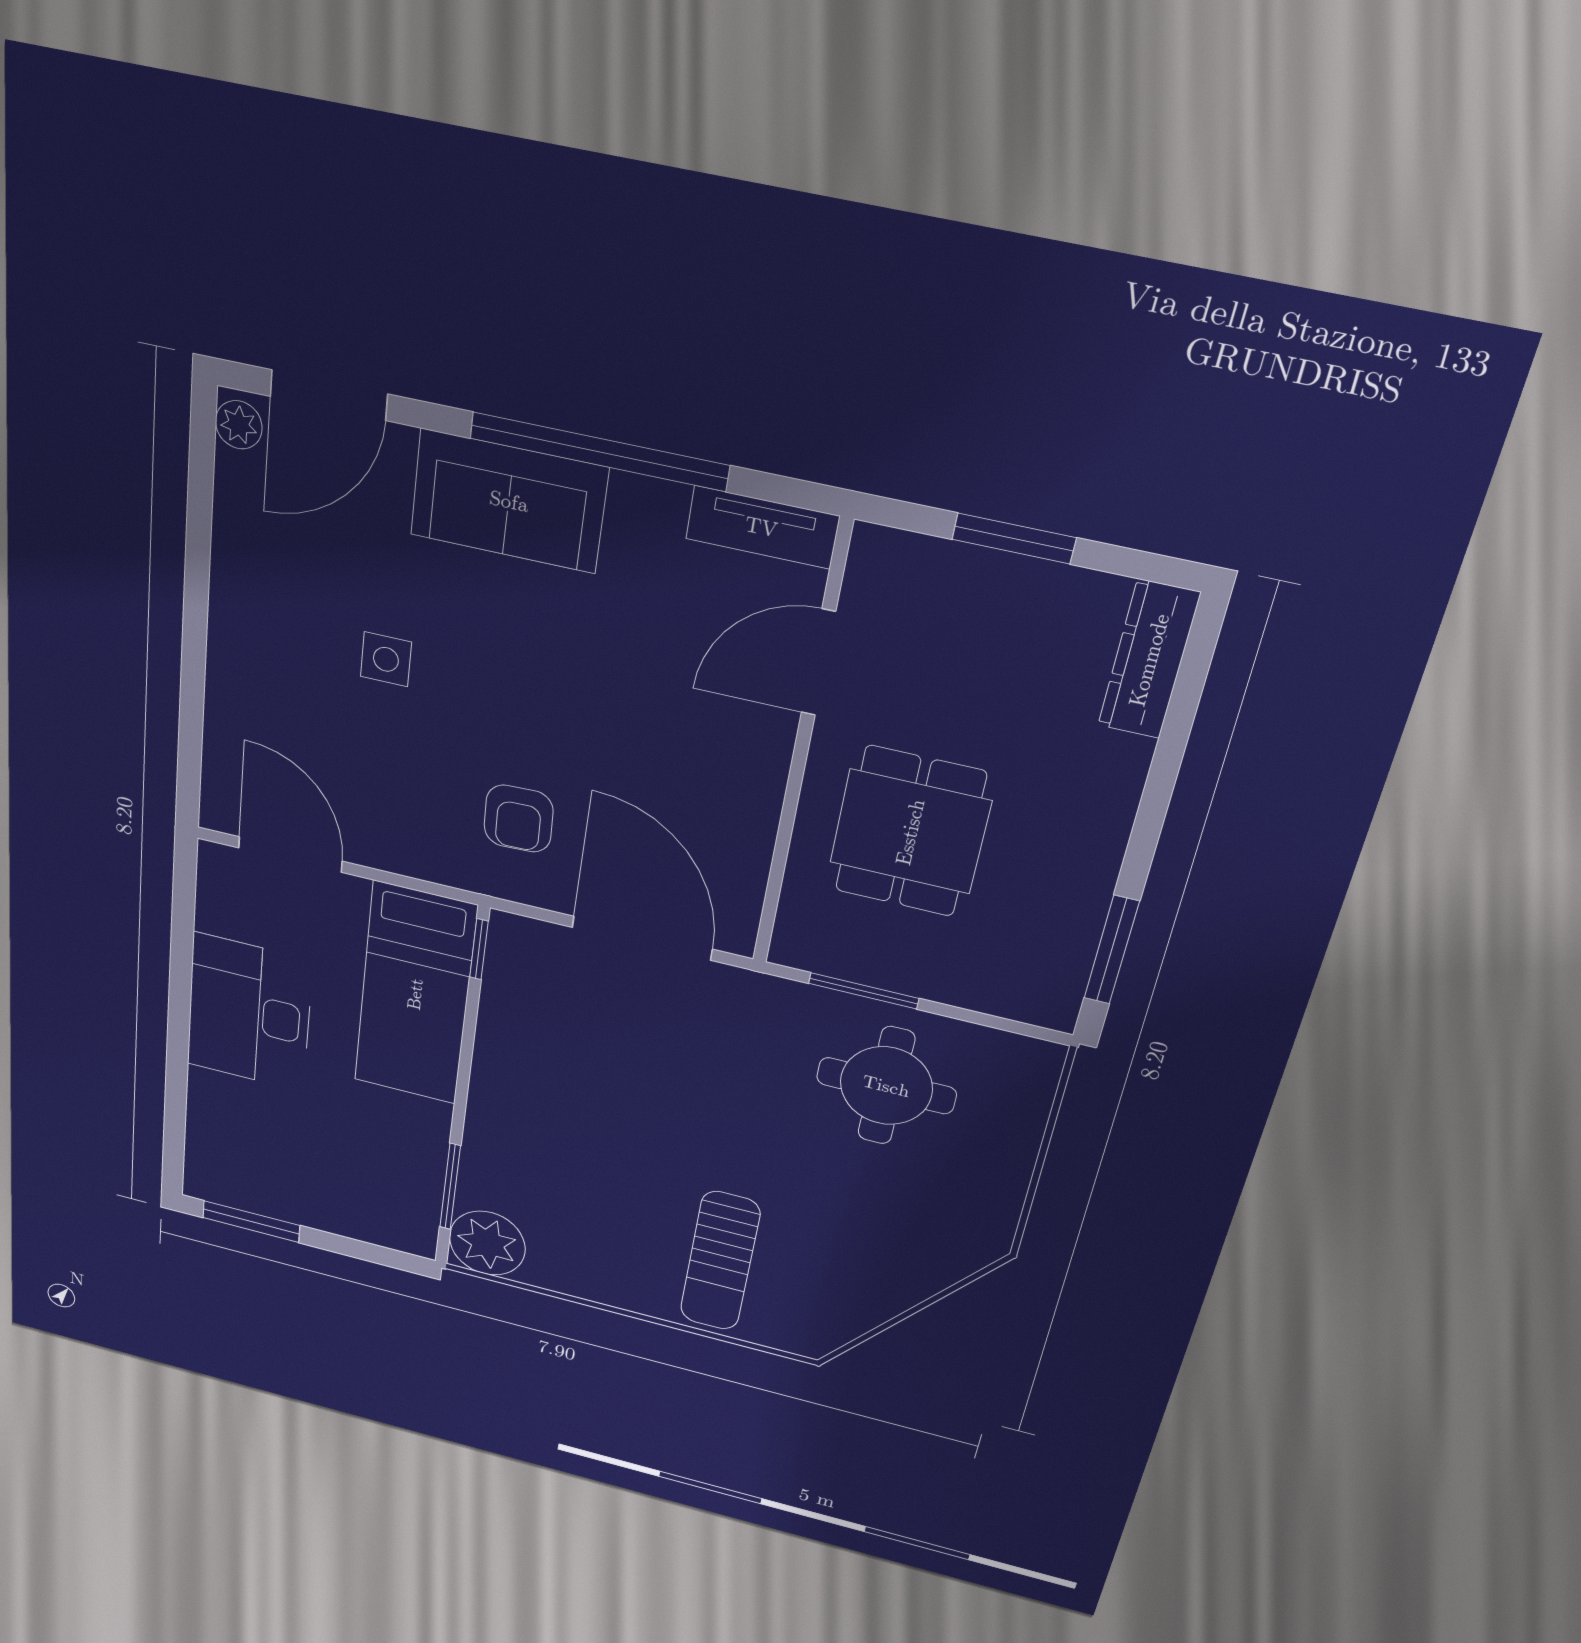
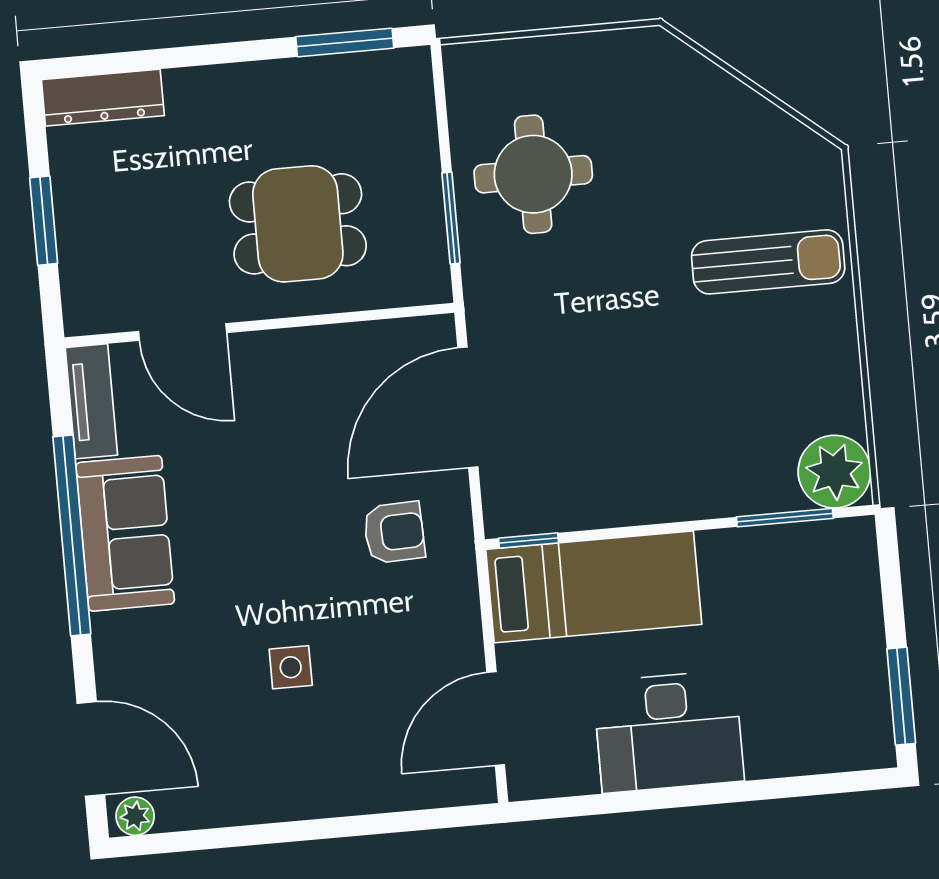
sofa: (509, 501) -> (125, 533), moved

